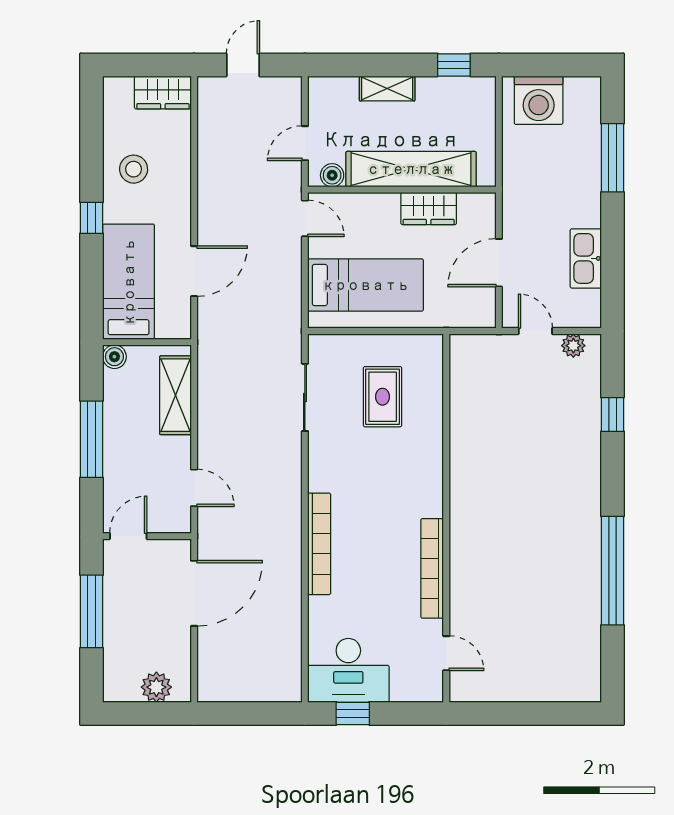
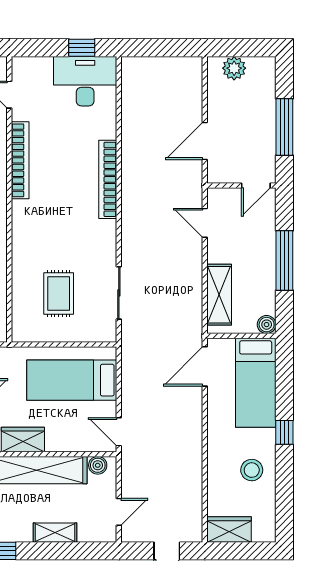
door: (305, 143) -> (119, 512), moved
door: (194, 271) -> (205, 366), moved
door: (194, 593) -> (205, 141), width x0.73

